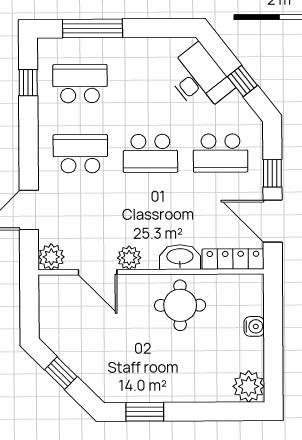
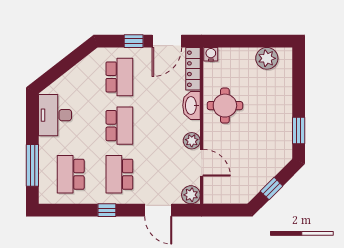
desk: (199, 79) -> (55, 115), moved, turned -52
window: (242, 81) -> (69, 62), removed
window: (28, 83) -> (107, 210), moved
door: (98, 272) -> (202, 163), hinge flipped
water cooler: (254, 326) -> (211, 54), moved
plant: (249, 386) -> (267, 58), moved

